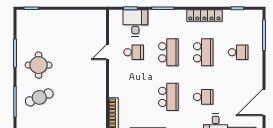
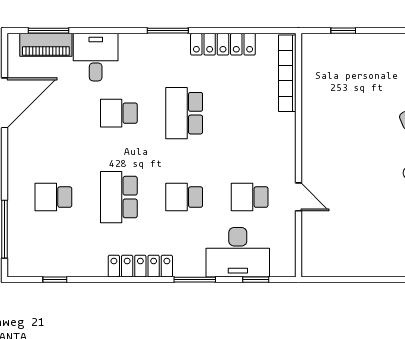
locker: (204, 15) -> (140, 266), moved
desk: (135, 23) -> (238, 252), width x1.37
door: (108, 52) -> (299, 197), hinge flipped
school desk: (168, 52) -> (184, 197), width x0.54

